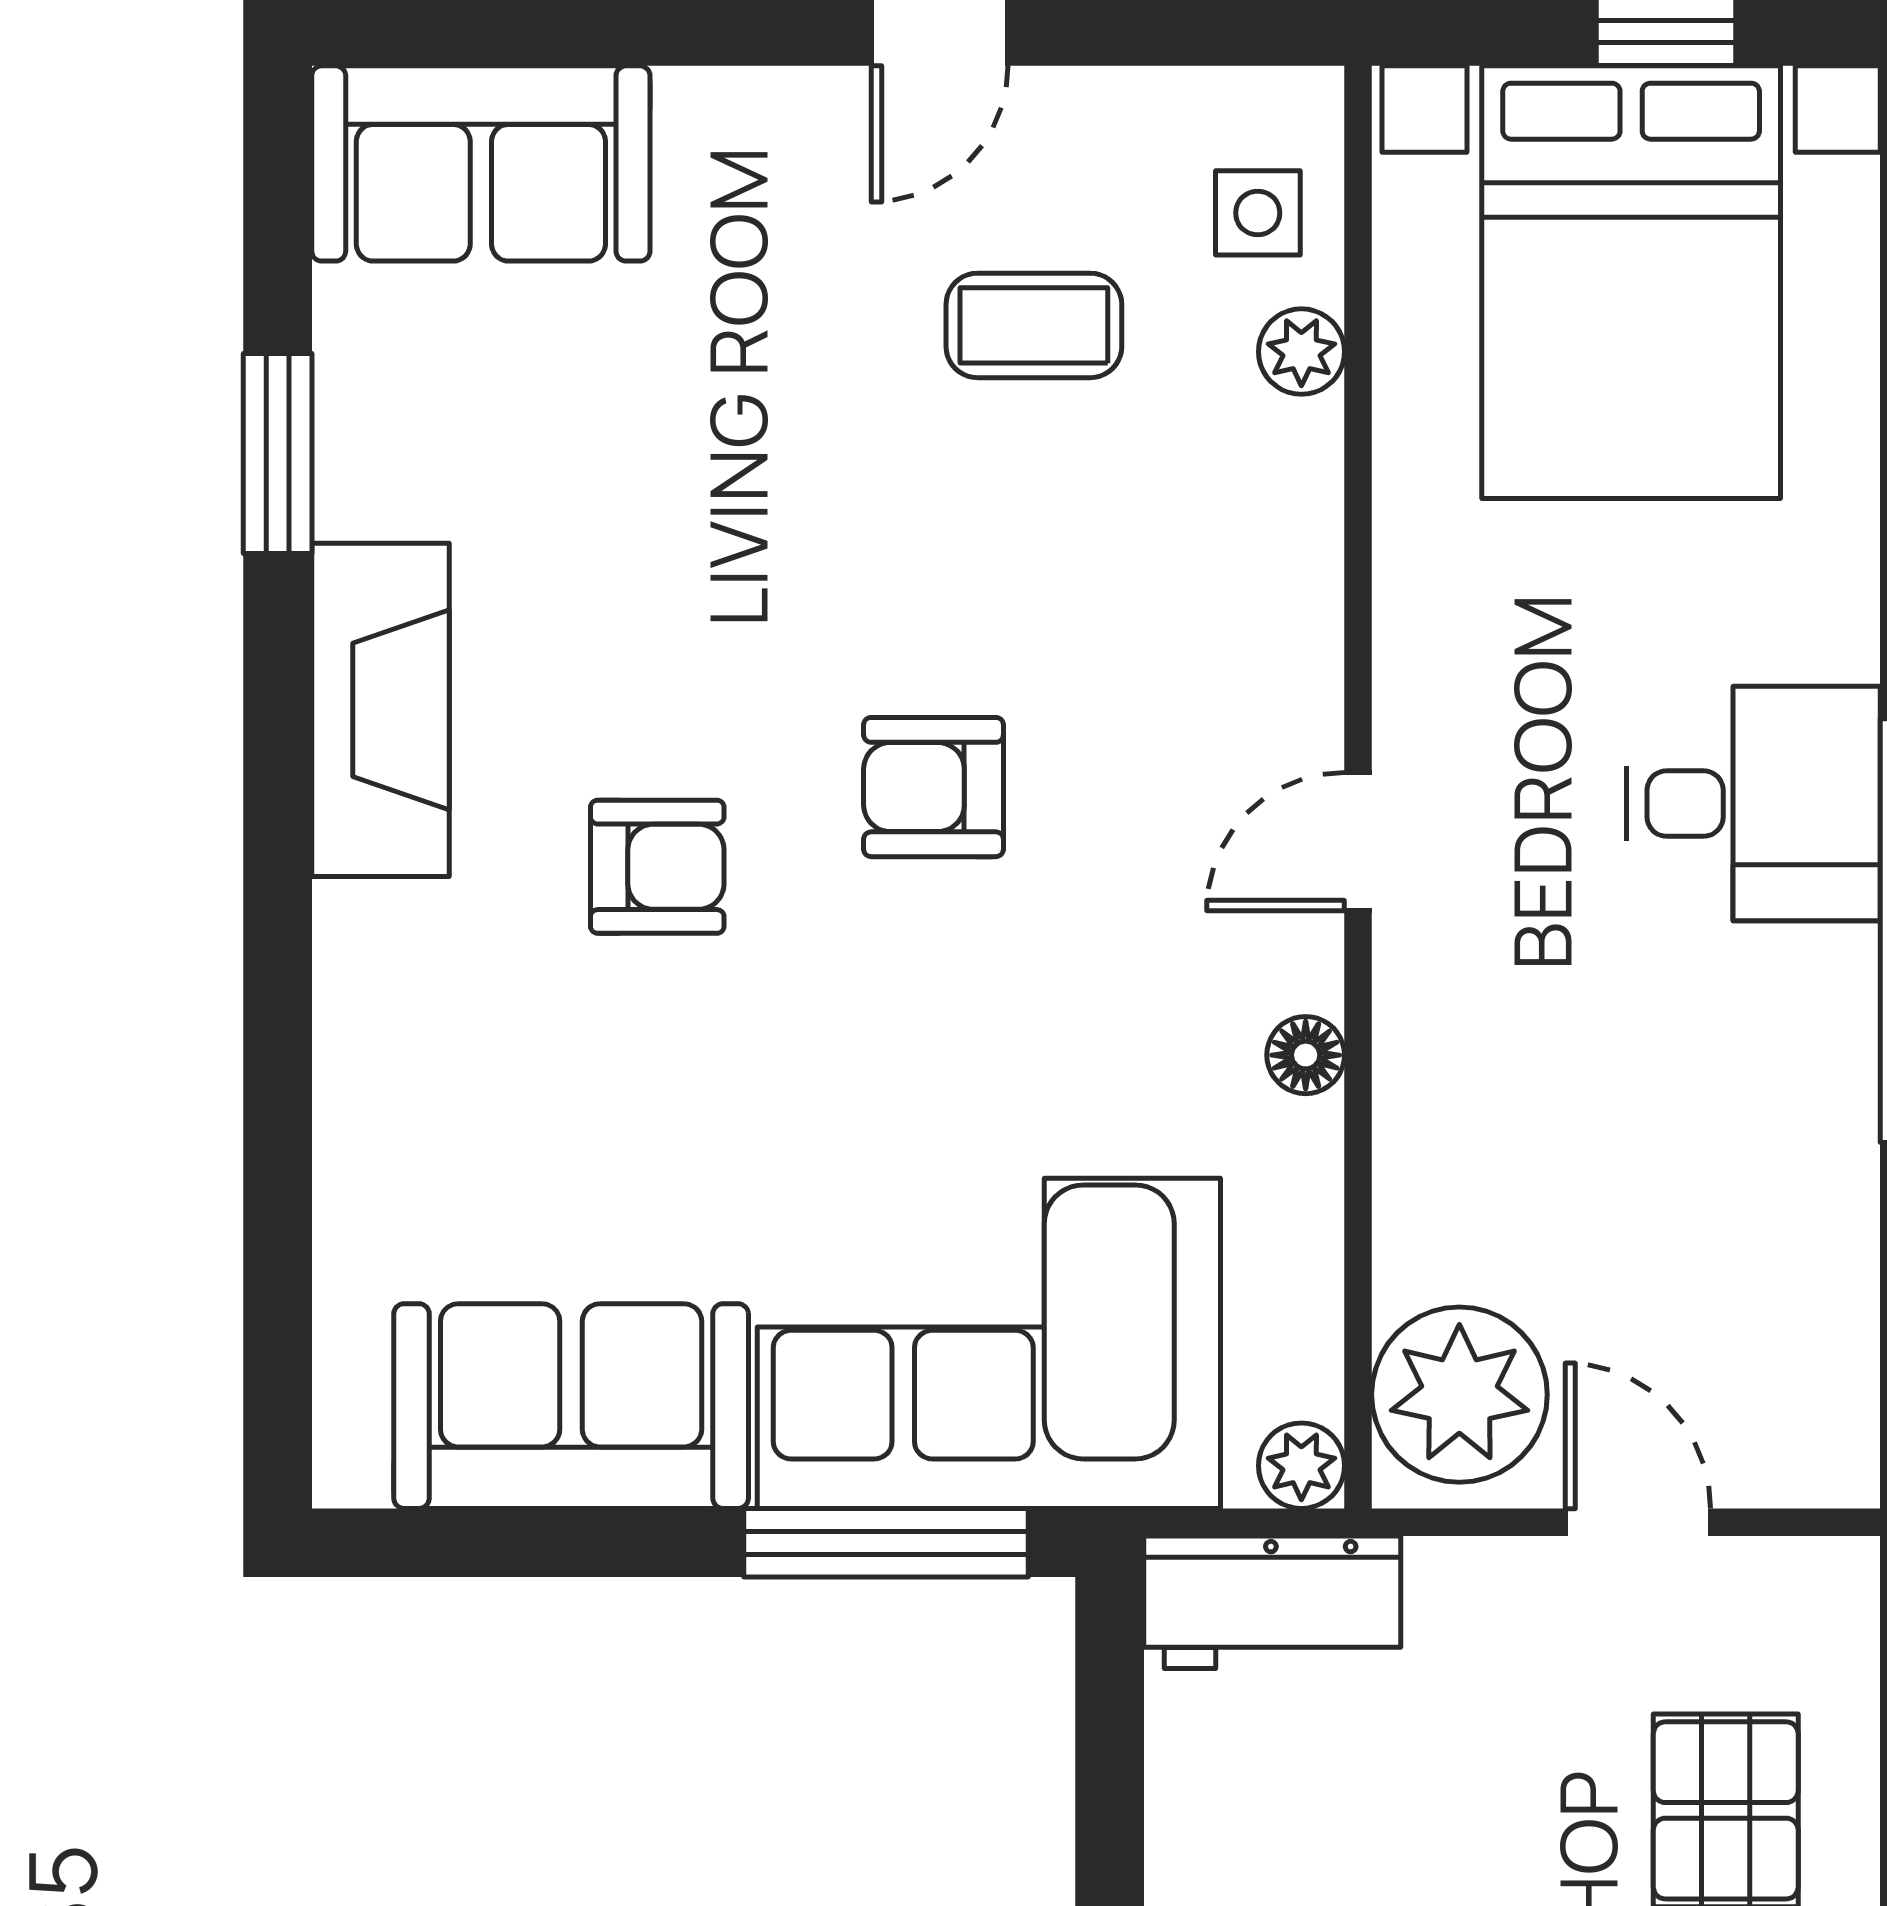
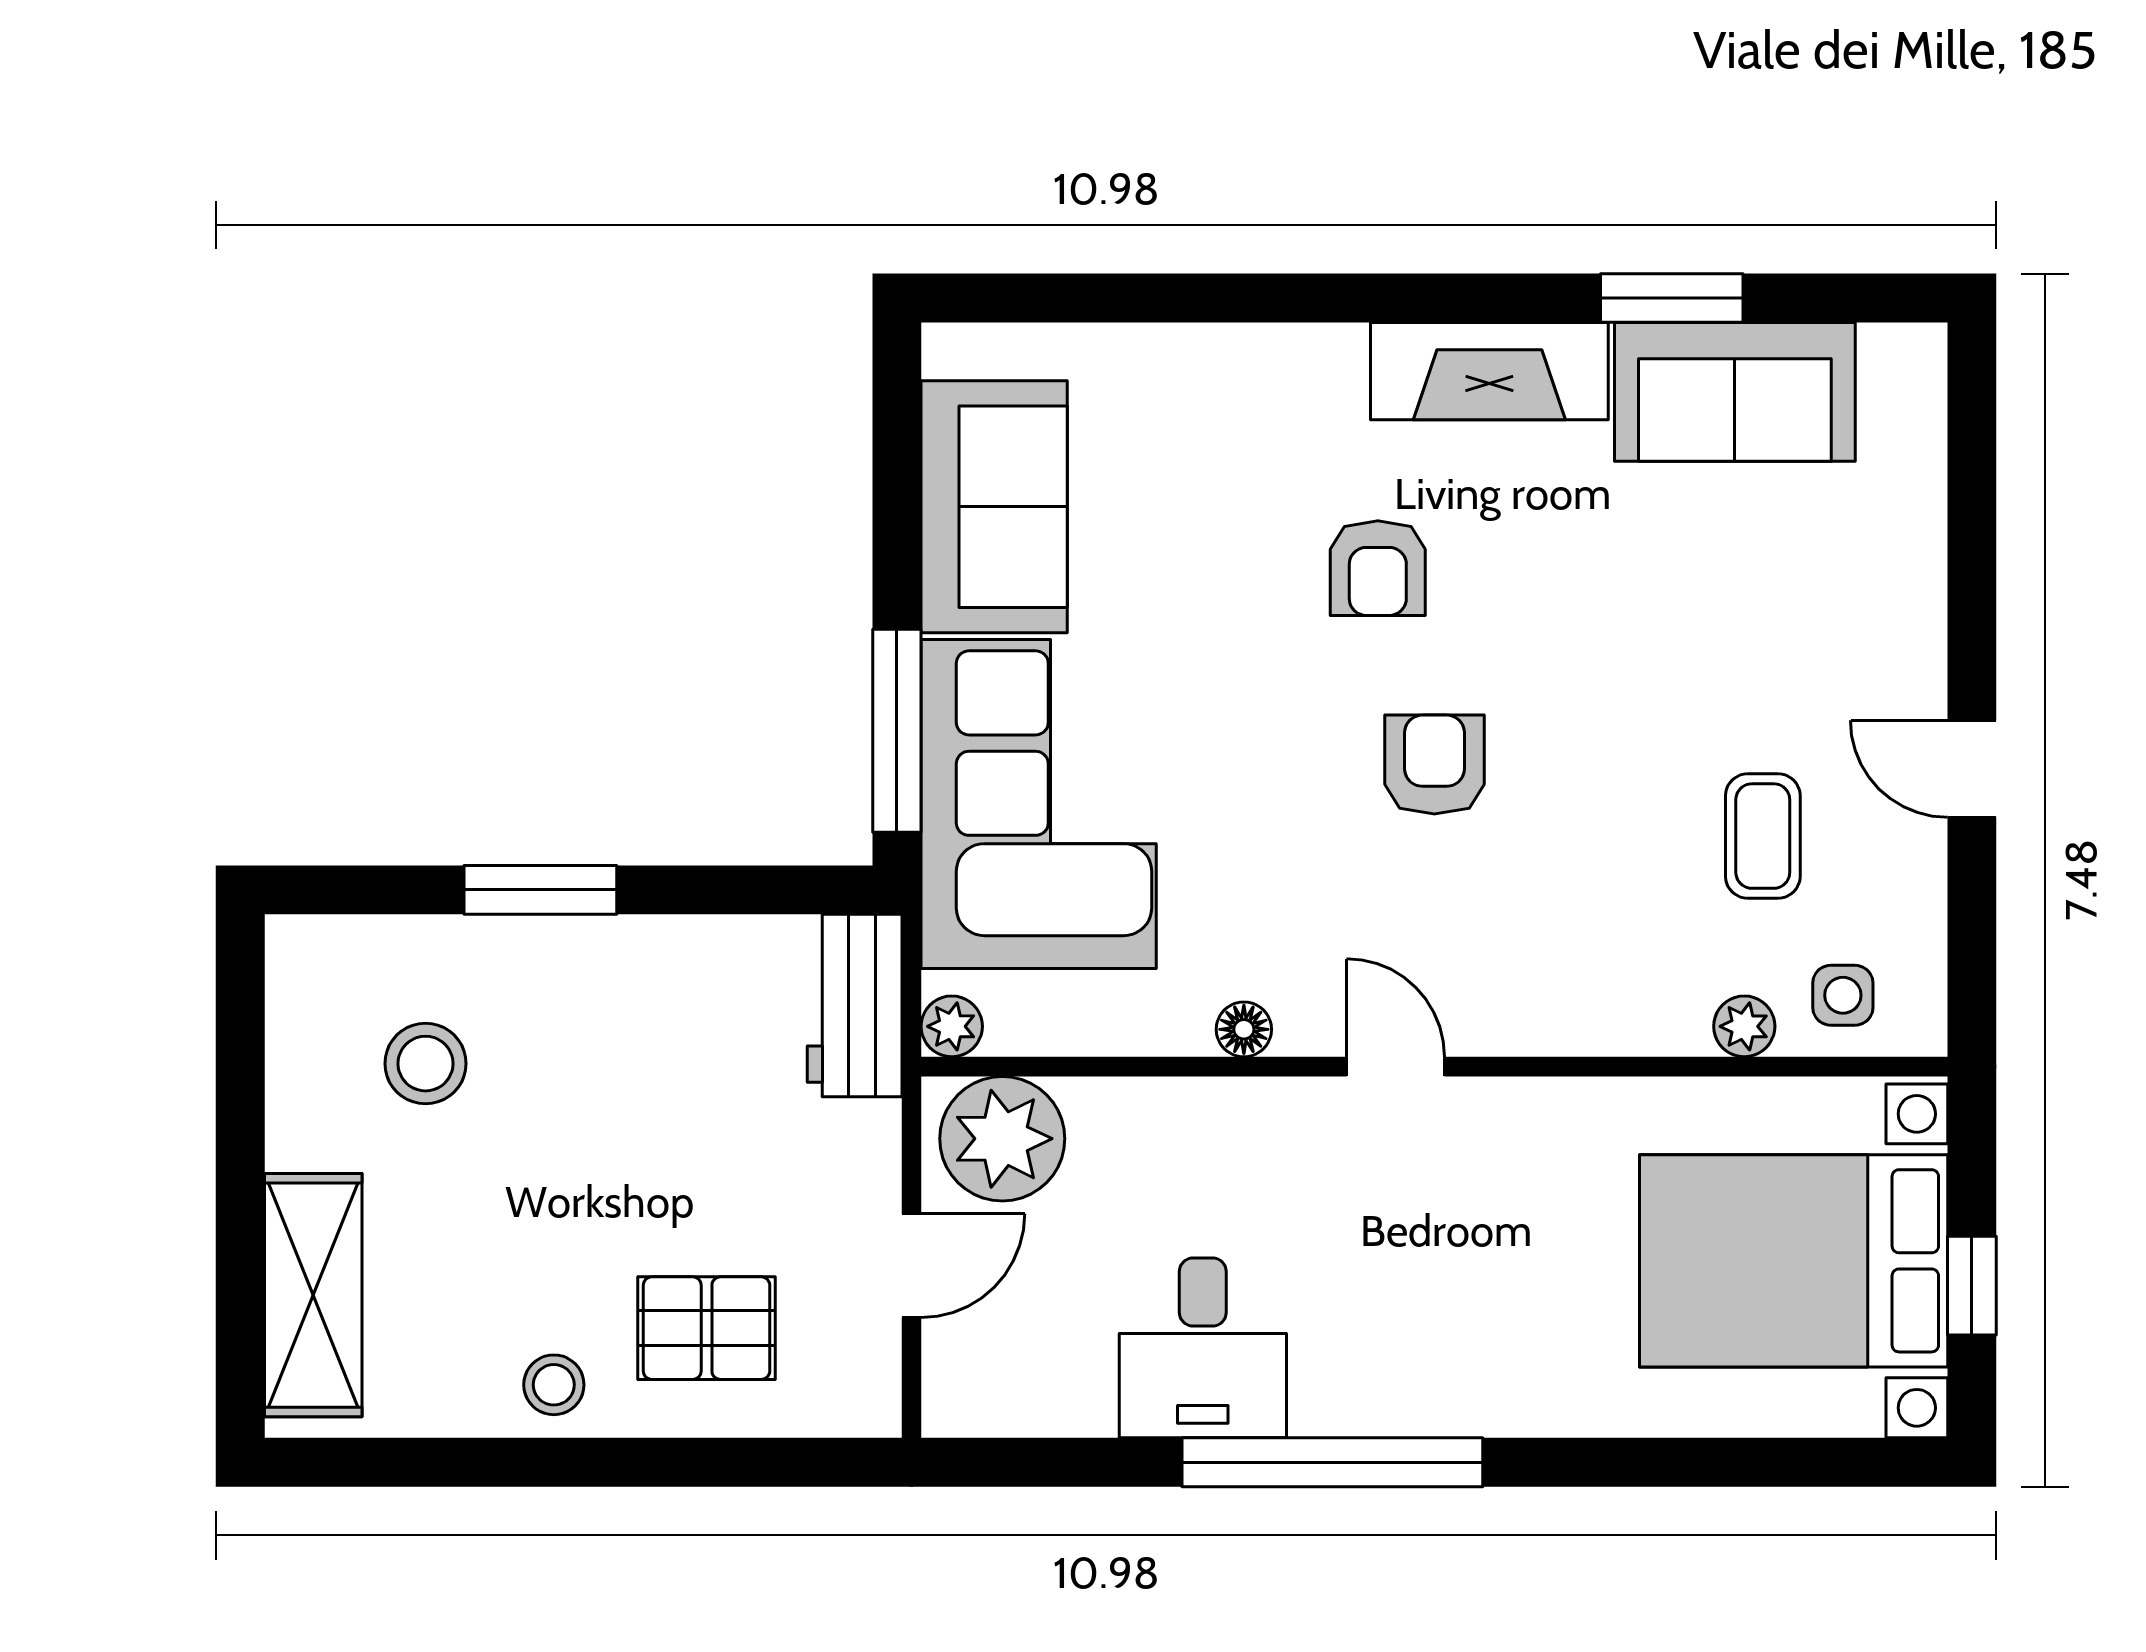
sofa: (481, 163) -> (1735, 392), moved, turned -90
desk: (1753, 804) -> (1203, 1348), moved

